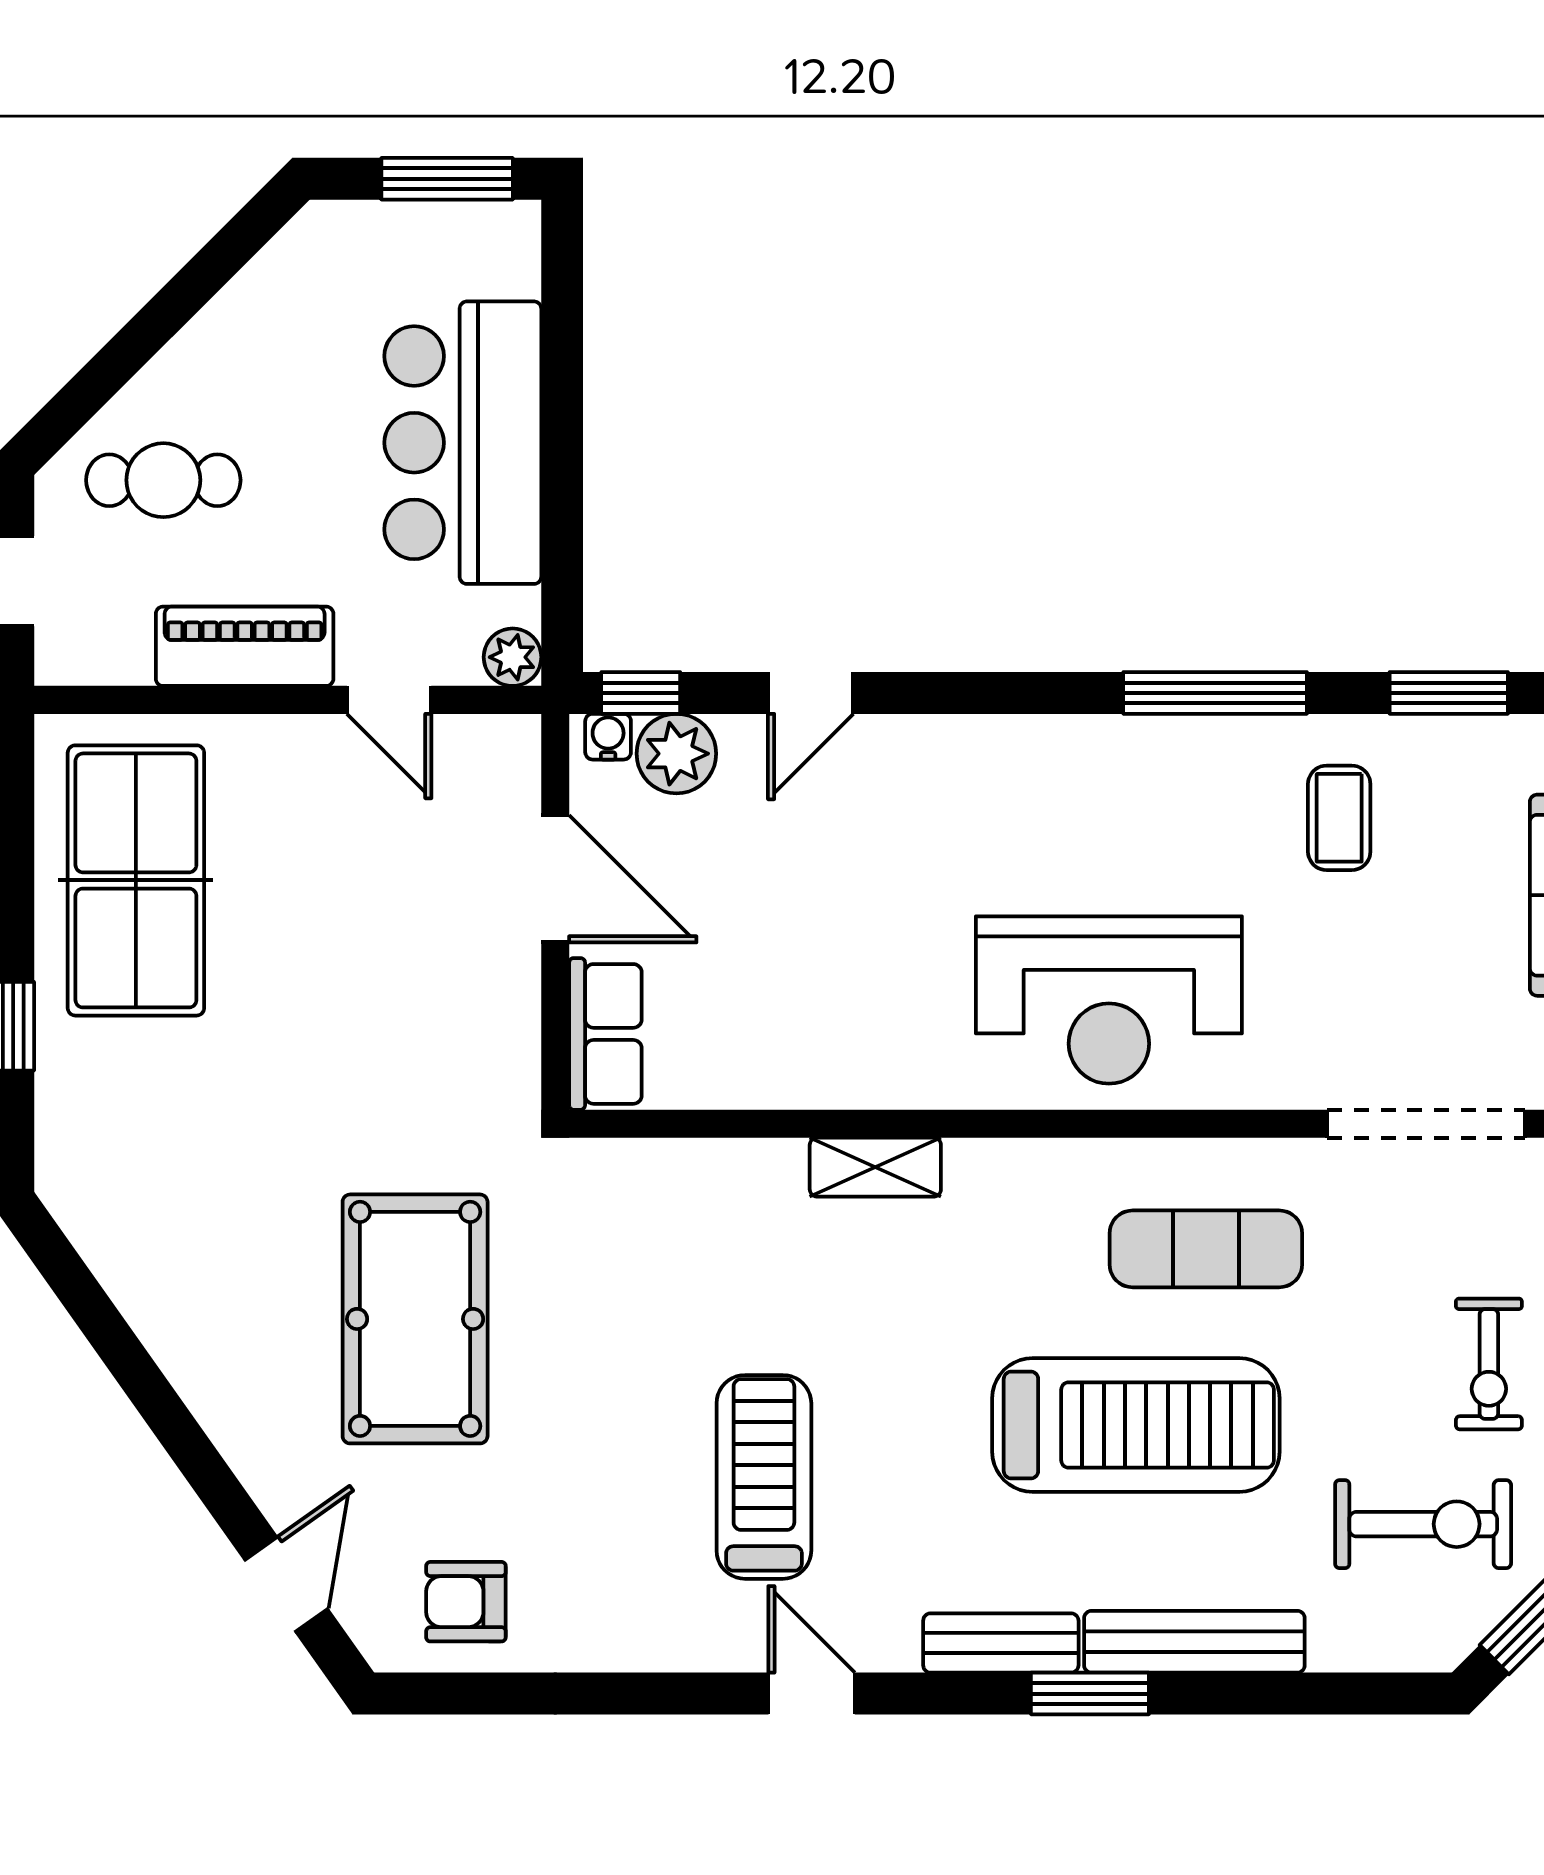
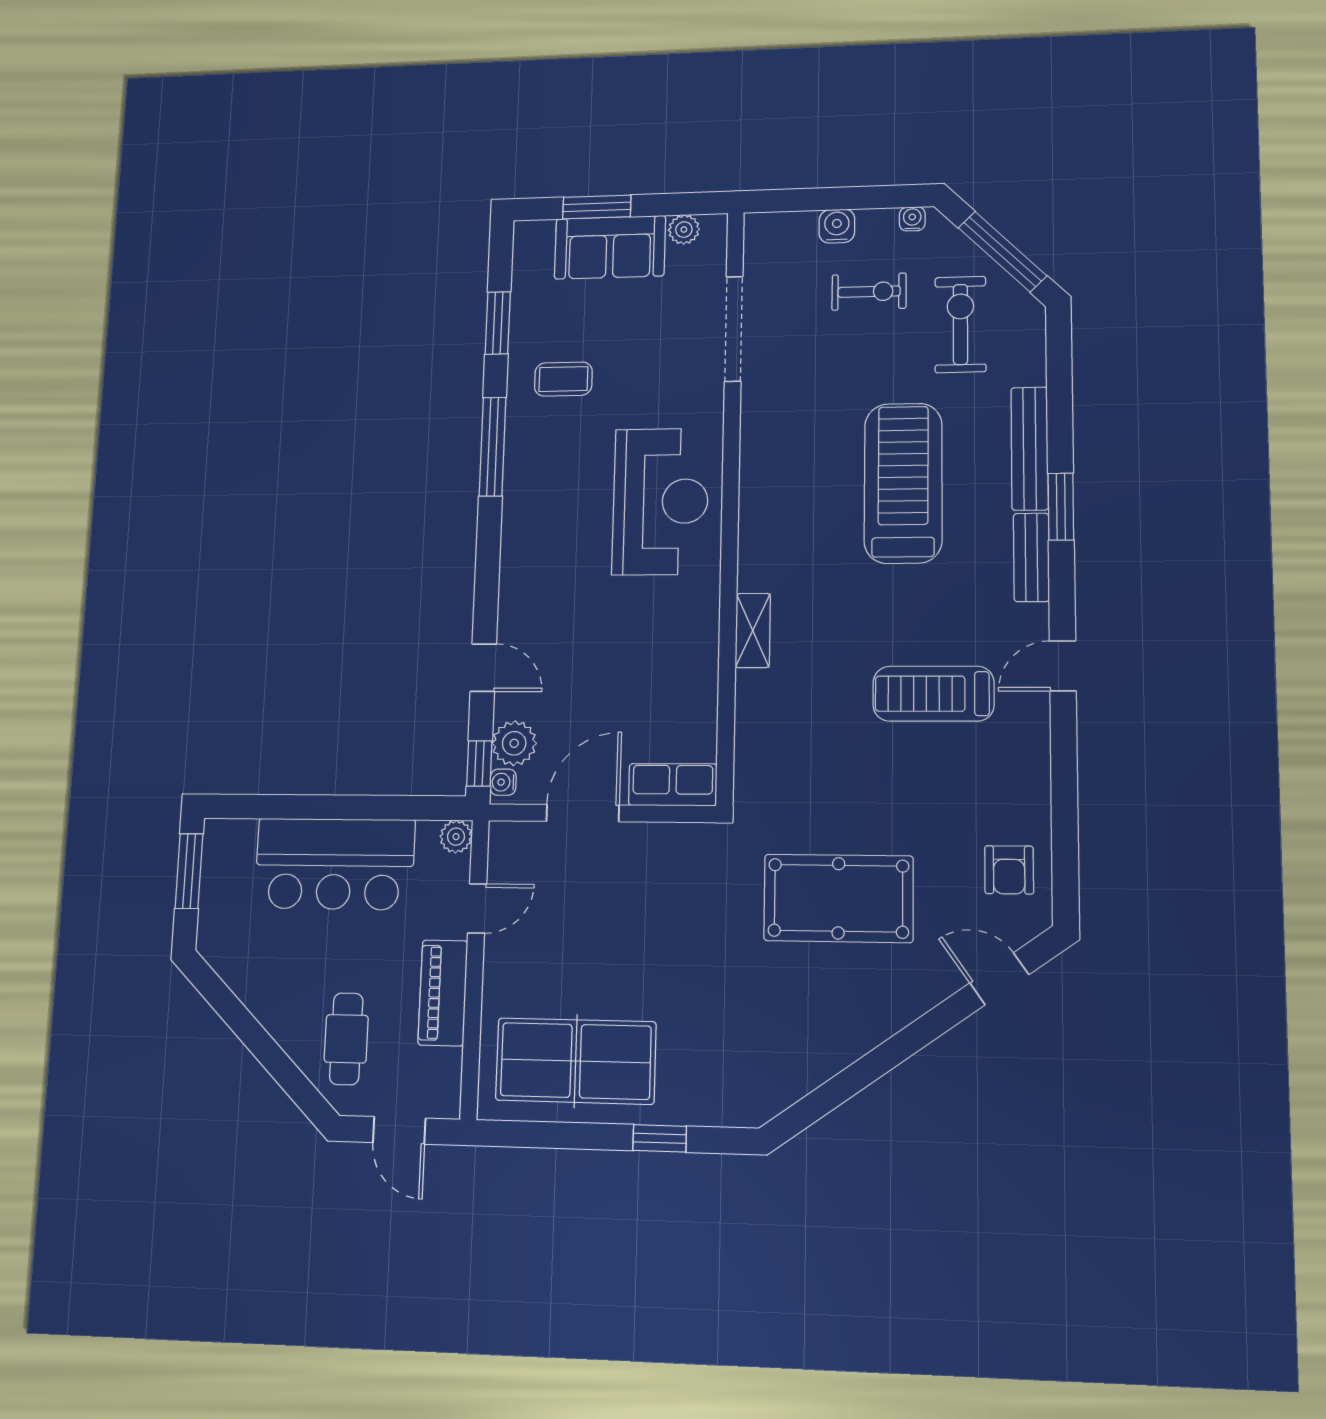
exercise mat: (1206, 1249) -> (802, 446), removed

